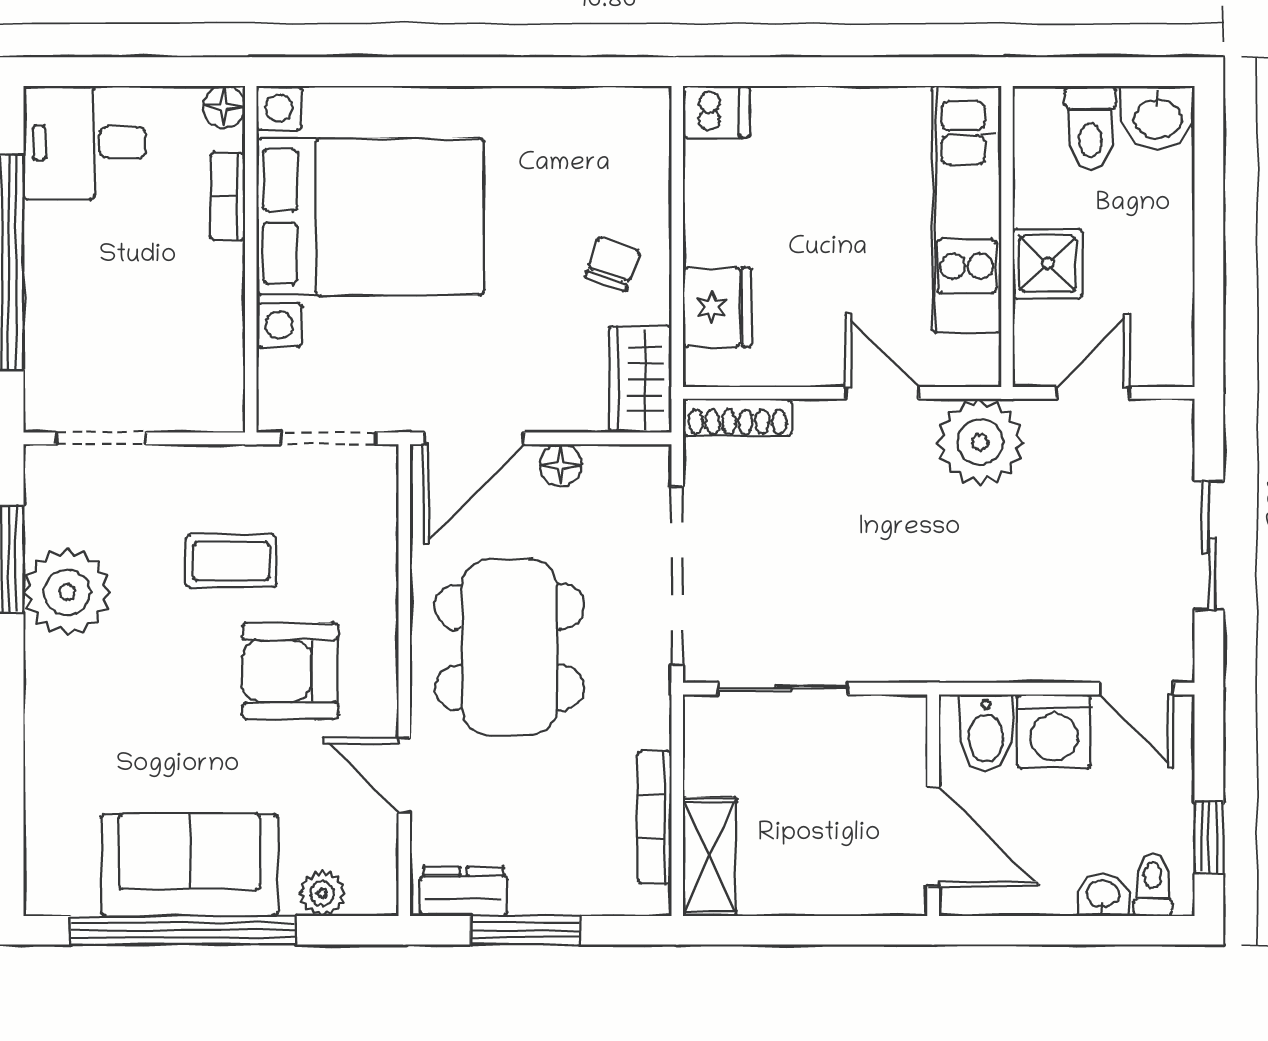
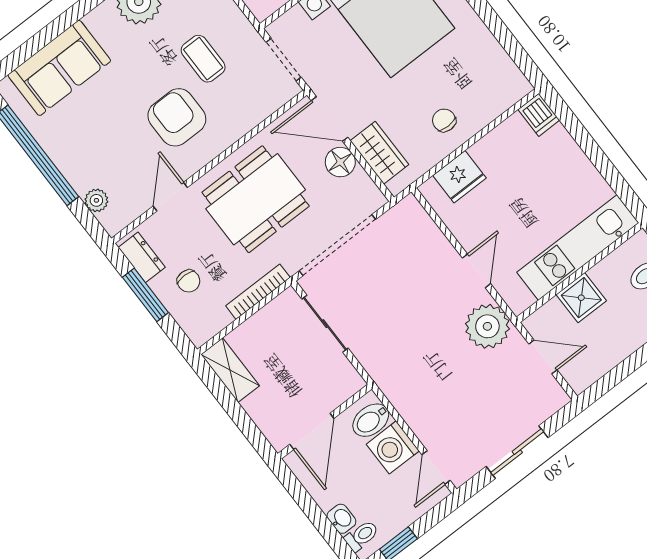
chair: (612, 264) -> (444, 120), turned -110
wardrobe: (640, 379) -> (379, 153), moved, turned 90
shoe rack: (737, 417) -> (421, 220), removed
floor lamp: (561, 465) -> (340, 162), width x1.37, depth x1.37
bookcase: (654, 817) -> (258, 292), moved
chair: (556, 847) -> (189, 281), added
shelving: (710, 857) -> (230, 370), moved, turned 90
sofa: (189, 865) -> (59, 68), moved, turned 90

